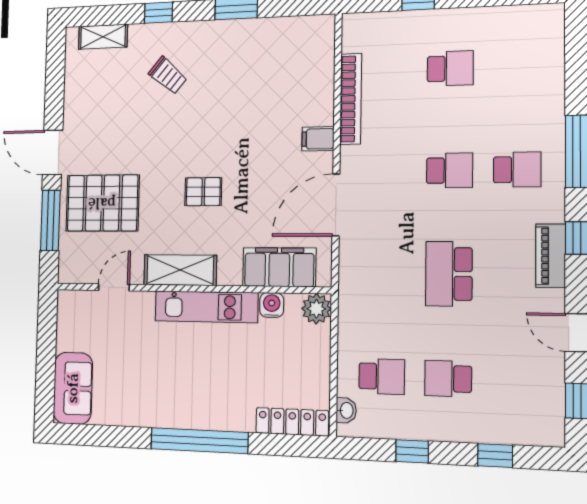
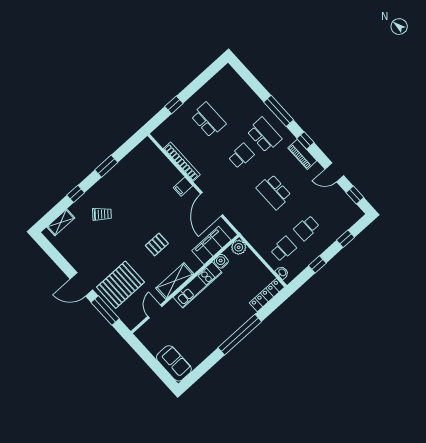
school desk: (450, 68) -> (208, 120), width x1.85
school desk: (517, 170) -> (264, 135), width x1.85

